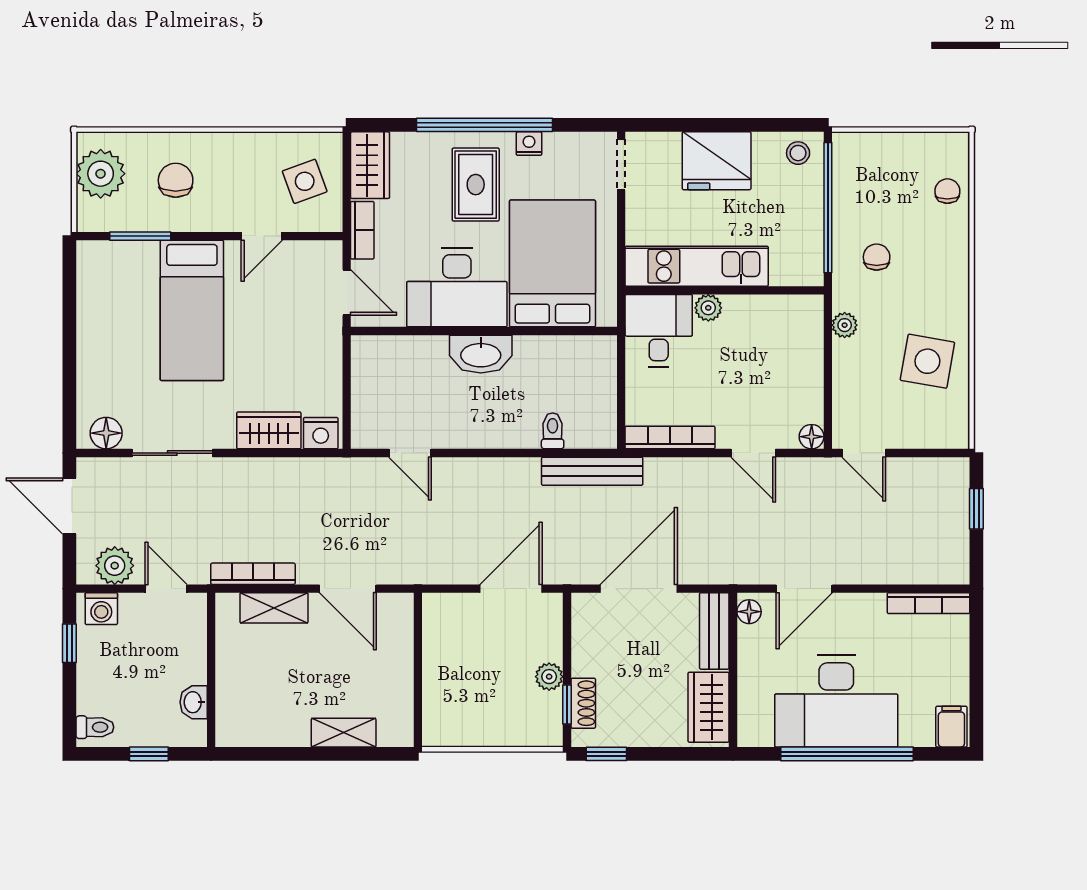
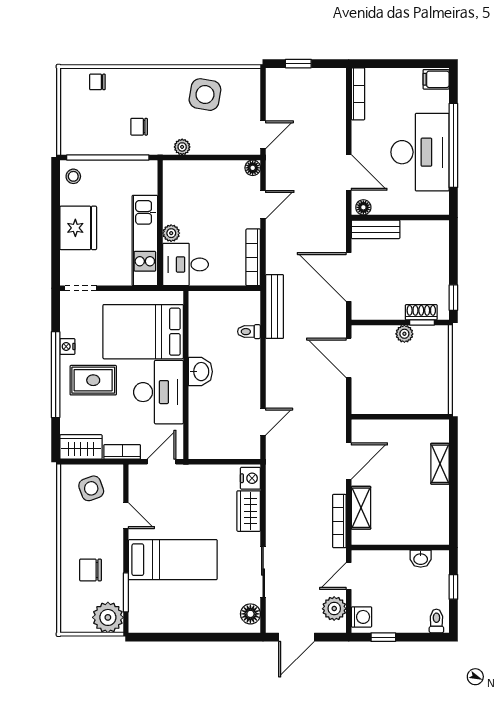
plant: (101, 174) -> (108, 617), moved
washbasin: (481, 354) -> (200, 372), width x0.72
wardrobe: (709, 707) -> (424, 233), removed

